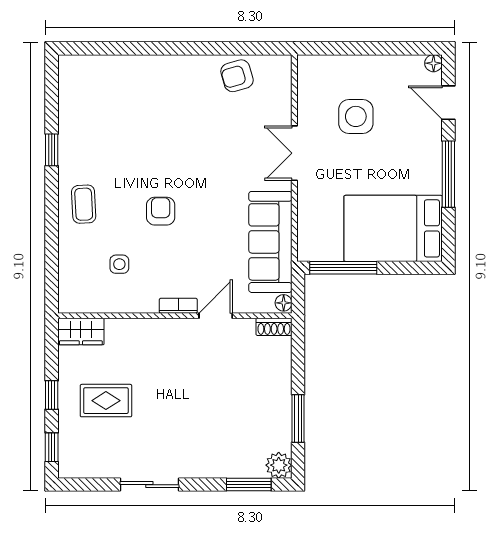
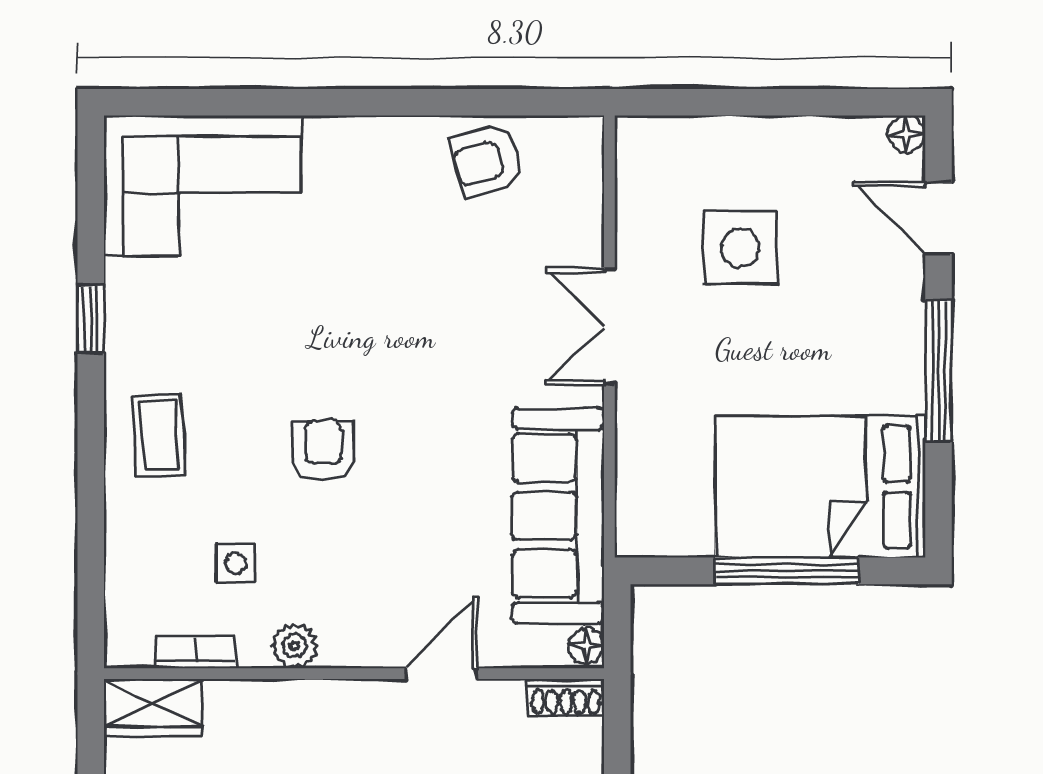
corner sofa: (104, 87) -> (202, 186), added
window: (343, 268) -> (787, 571), moved
plant: (147, 303) -> (294, 646), added
bookcase: (178, 306) -> (195, 652), moved

